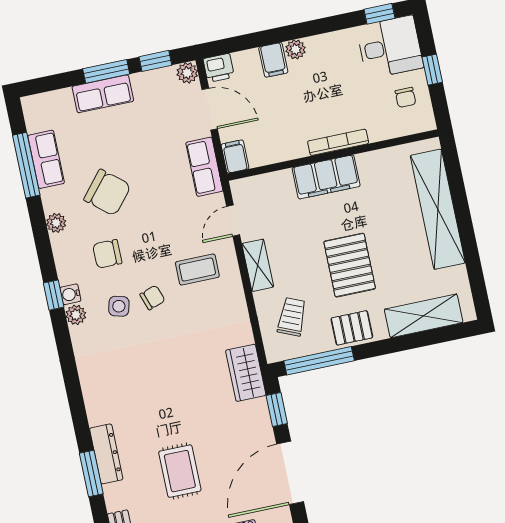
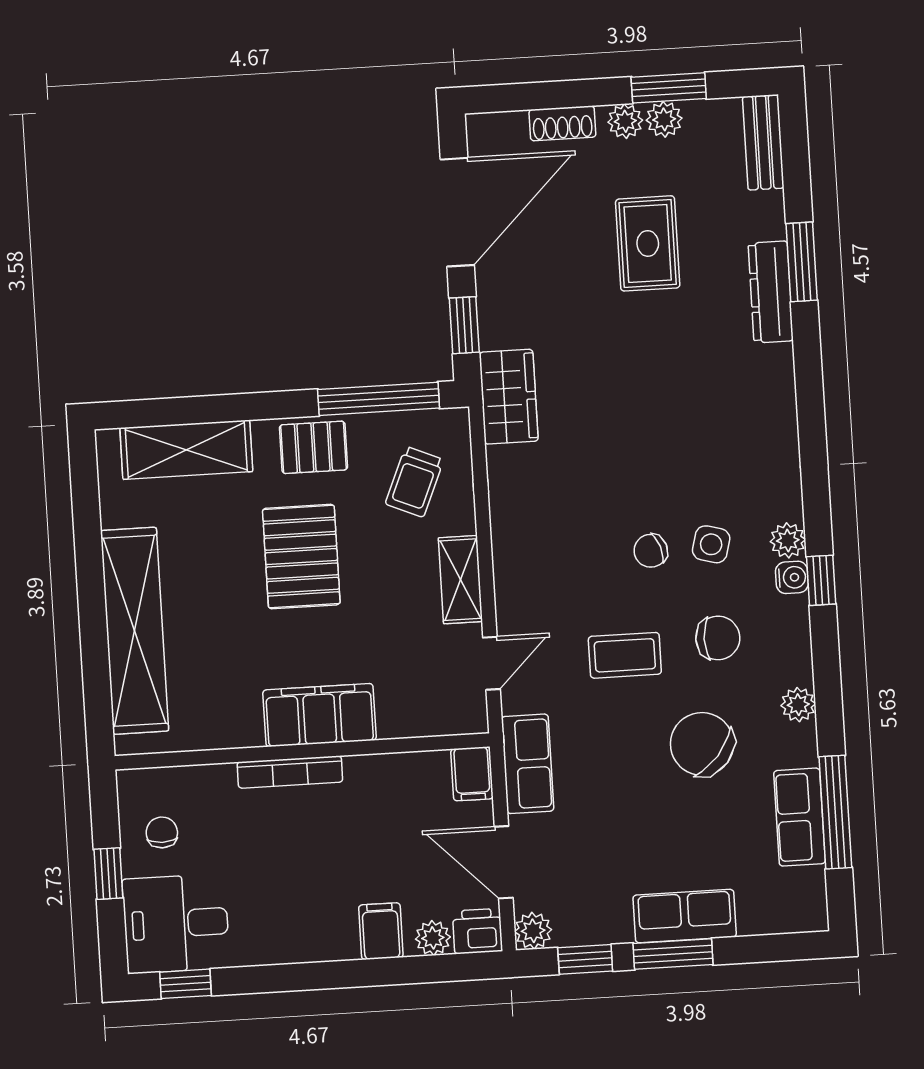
plant: (295, 49) -> (433, 938), moved
coffee table: (197, 270) -> (625, 655), moved

